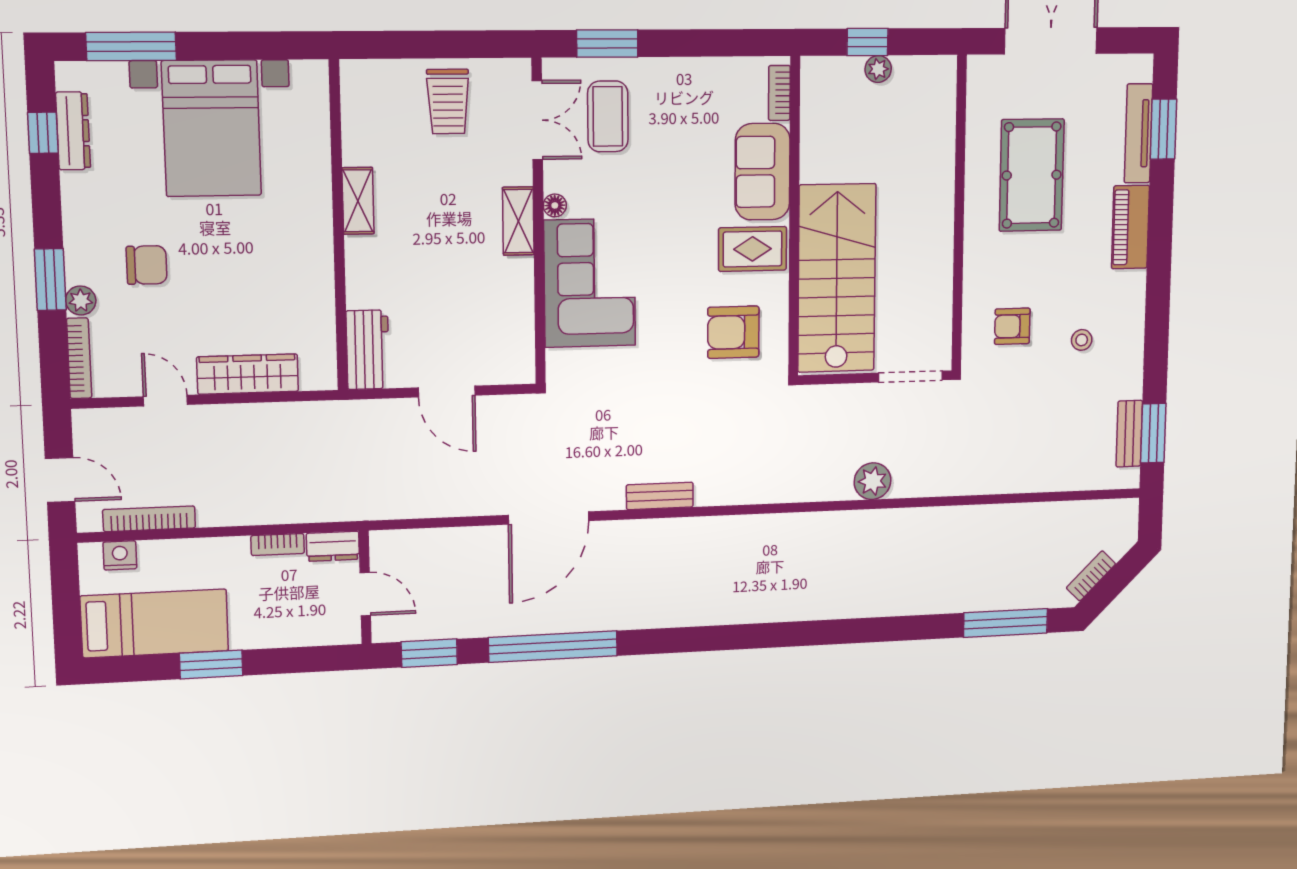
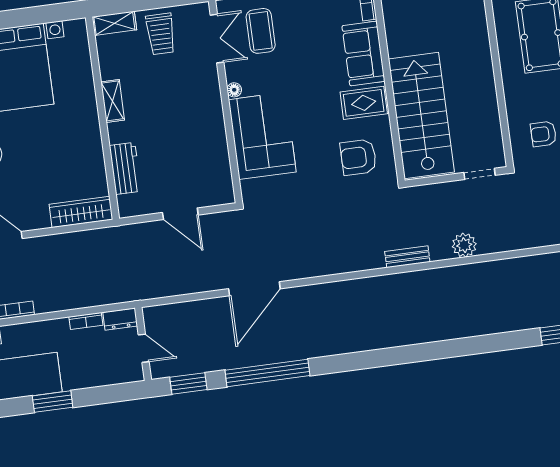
shelving: (518, 221) -> (114, 23), moved, turned 90
workbench: (368, 350) -> (125, 168), moved
wardrobe: (248, 374) -> (81, 212), moved
doorway: (910, 376) -> (480, 174), width x0.73
bench: (660, 496) -> (407, 257), moved

